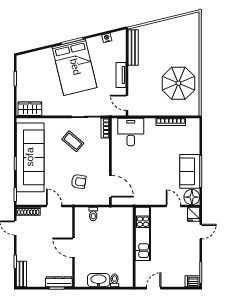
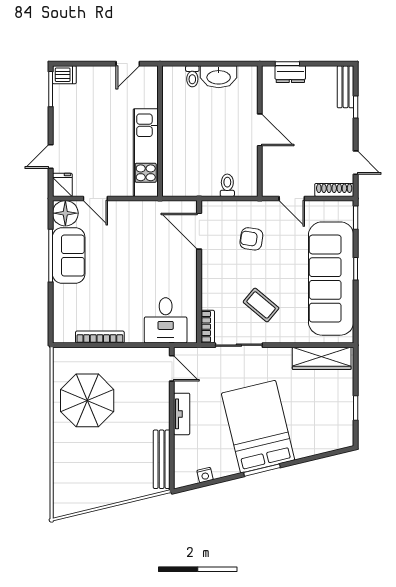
wardrobe: (30, 109) -> (322, 358), width x1.50
dresser: (59, 282) -> (290, 74), width x0.70

